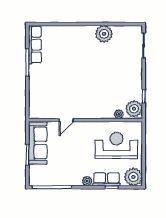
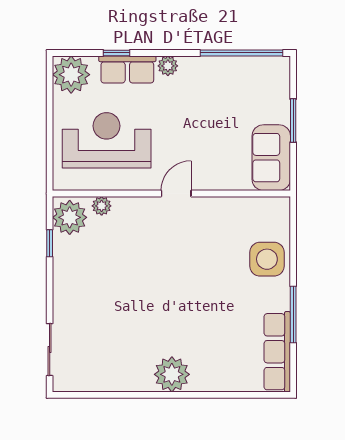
plant: (104, 34) -> (172, 374), moved
side table: (40, 89) -> (267, 259), added
door: (66, 120) -> (176, 193), moved
sofa: (38, 143) -> (271, 158), width x0.73
reception desk: (116, 145) -> (107, 140), turned 180

